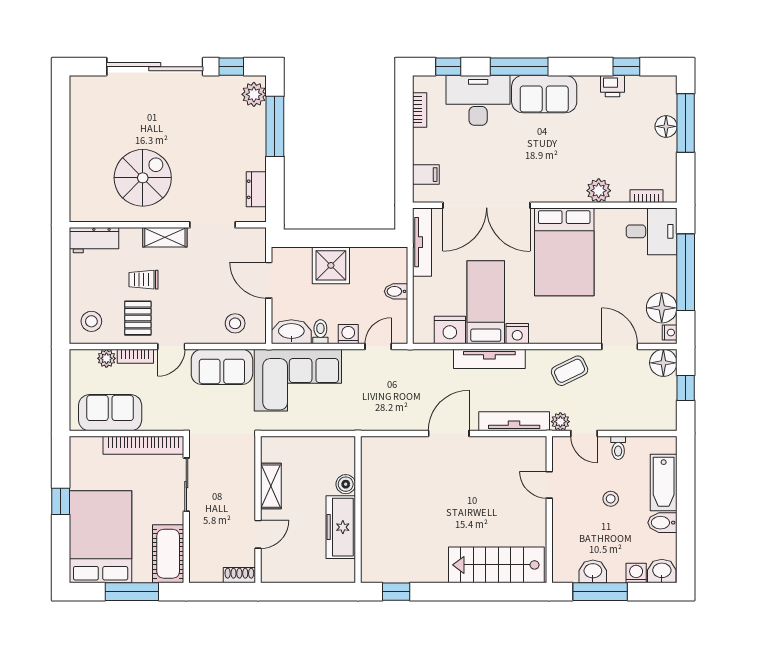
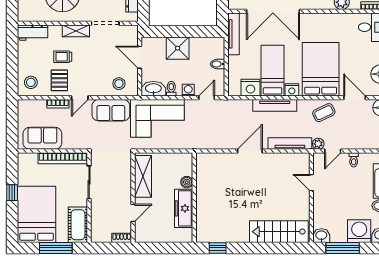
bed: (564, 252) -> (321, 69), moved, turned 180
plant: (106, 358) -> (40, 105), removed
door: (584, 433) -> (333, 151), hinge flipped
shelving: (271, 486) -> (143, 176), width x1.50, depth x1.33
stool: (611, 499) -> (349, 191), removed
washbasin: (593, 571) -> (321, 236), moved
washing machine: (636, 573) -> (359, 231), width x1.89, depth x1.89

